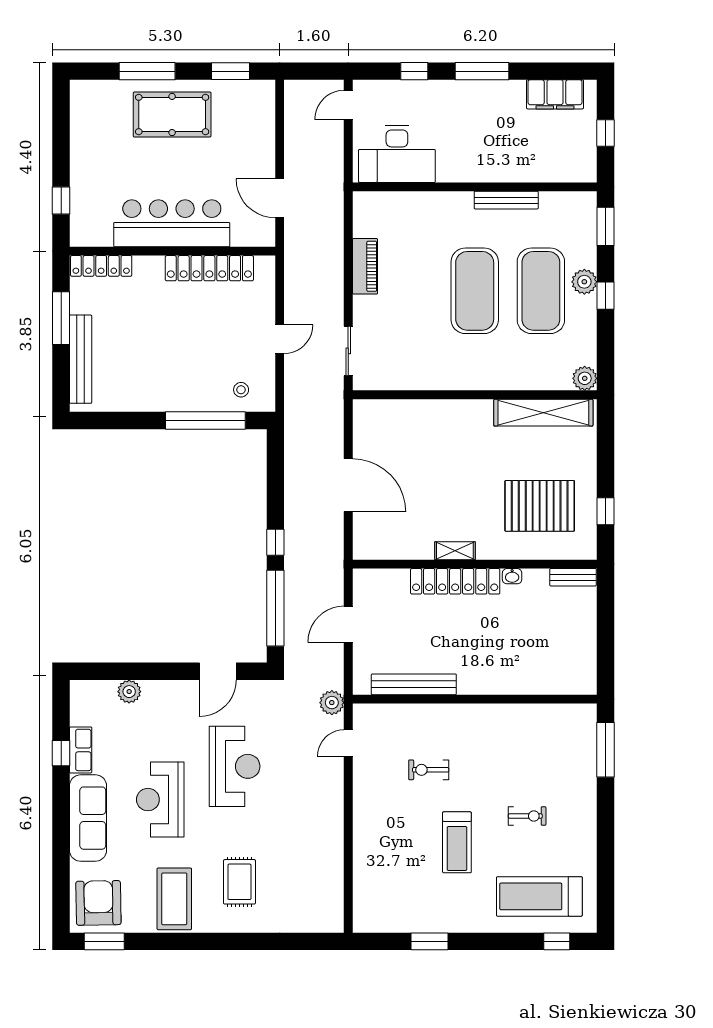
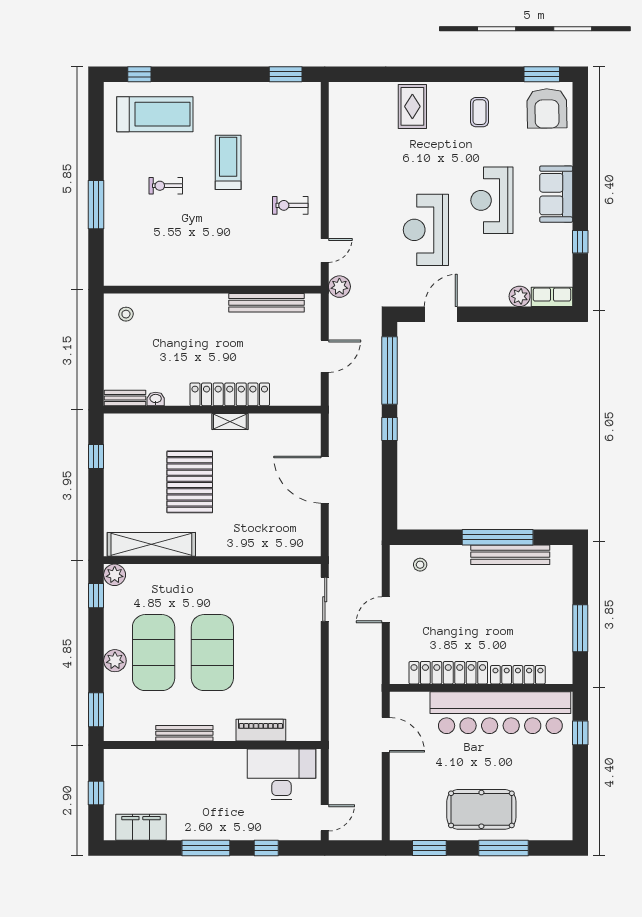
bar counter: (172, 223) -> (500, 713), width x1.36
locker: (101, 266) -> (518, 675), moved
piano: (365, 266) -> (261, 730), moved, turned 90
window: (605, 296) -> (96, 596), moved
bench: (81, 359) -> (510, 555), moved, turned 90
window: (205, 420) -> (498, 537), moved
pallet: (540, 506) -> (190, 482), moved, turned 90
washbasin: (512, 576) -> (156, 399), moved
stool: (572, 672) -> (126, 314), added
row of seats: (81, 750) -> (552, 297), moved, turned 90
window: (605, 750) -> (96, 205), moved
exercise bike: (429, 770) -> (290, 205), moved, turned 180
reception desk: (160, 800) -> (492, 200), turned 180
sofa: (88, 818) -> (556, 194), width x0.73
rug: (239, 882) -> (412, 106), moved
coffee table: (174, 899) -> (479, 112), width x0.54, depth x0.58
window: (430, 941) -> (286, 74), moved

